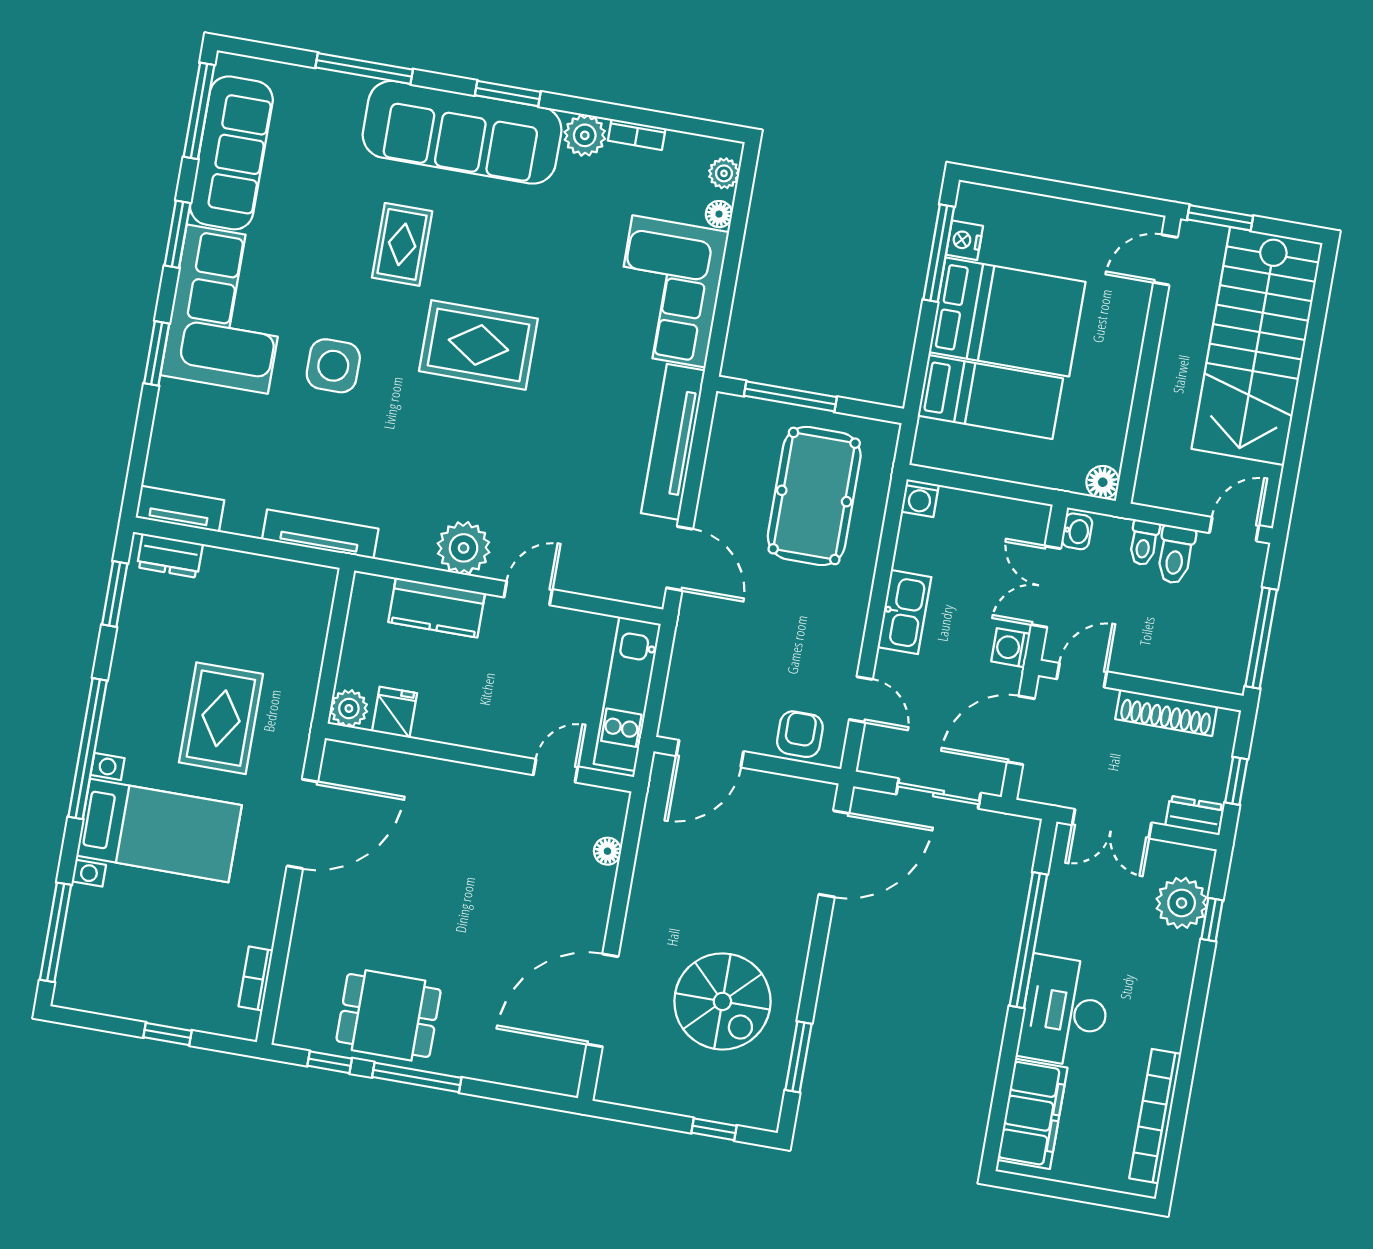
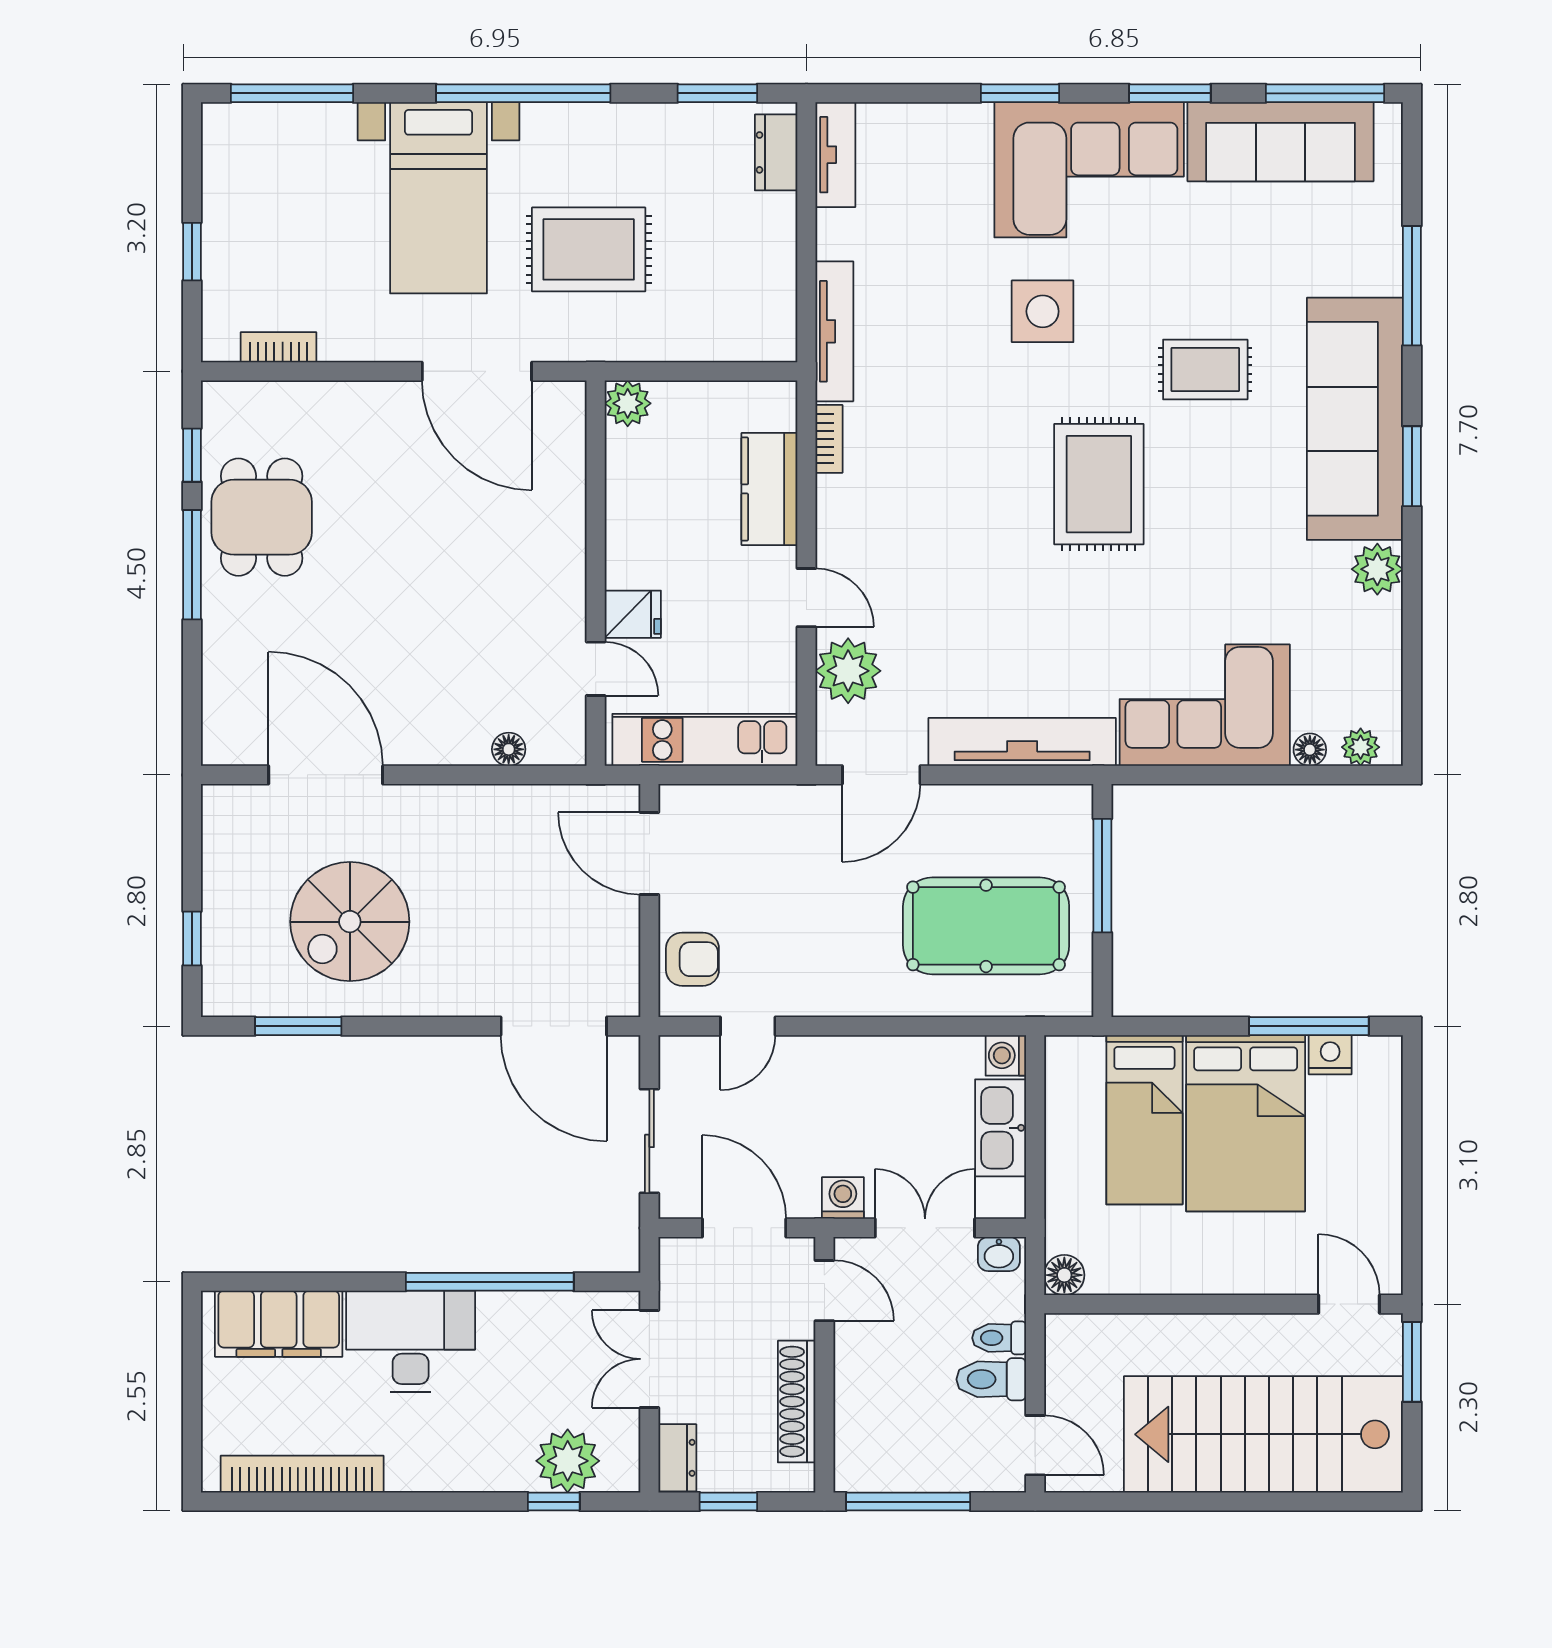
bookcase: (637, 135) -> (829, 439), moved, turned 180
plant: (464, 548) -> (848, 671), moved
kitchen sink: (904, 612) -> (1001, 1128), moved, turned 90
fridge: (394, 712) -> (633, 614), moved

